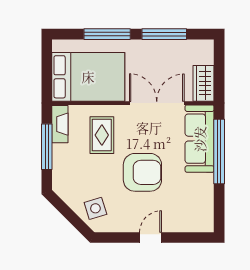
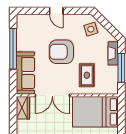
fireplace: (60, 124) -> (113, 53), moved
window: (219, 152) -> (13, 49), moved
door: (151, 237) -> (56, 11), hinge flipped

